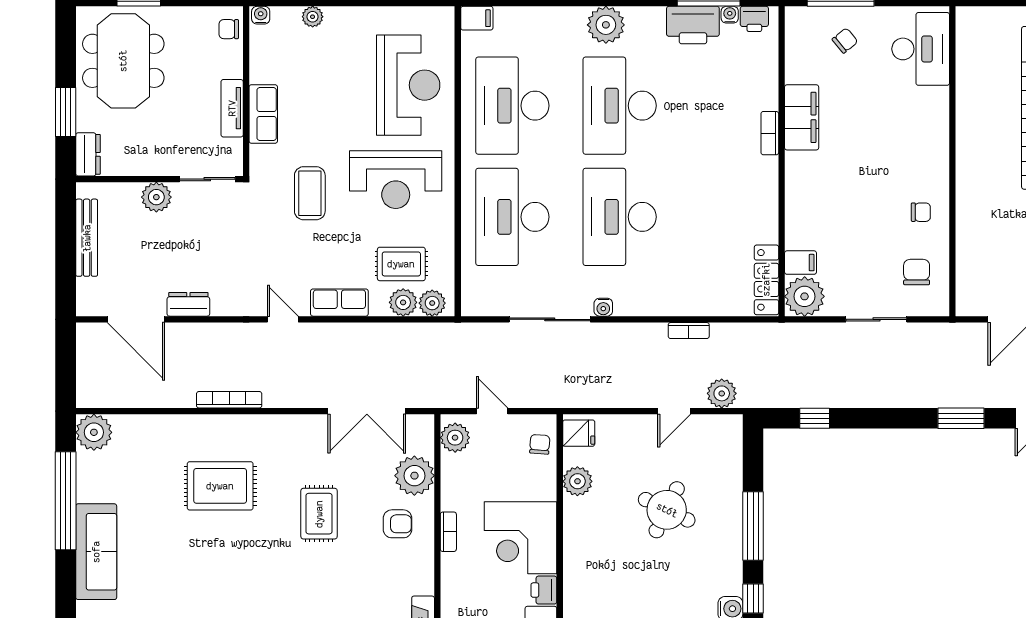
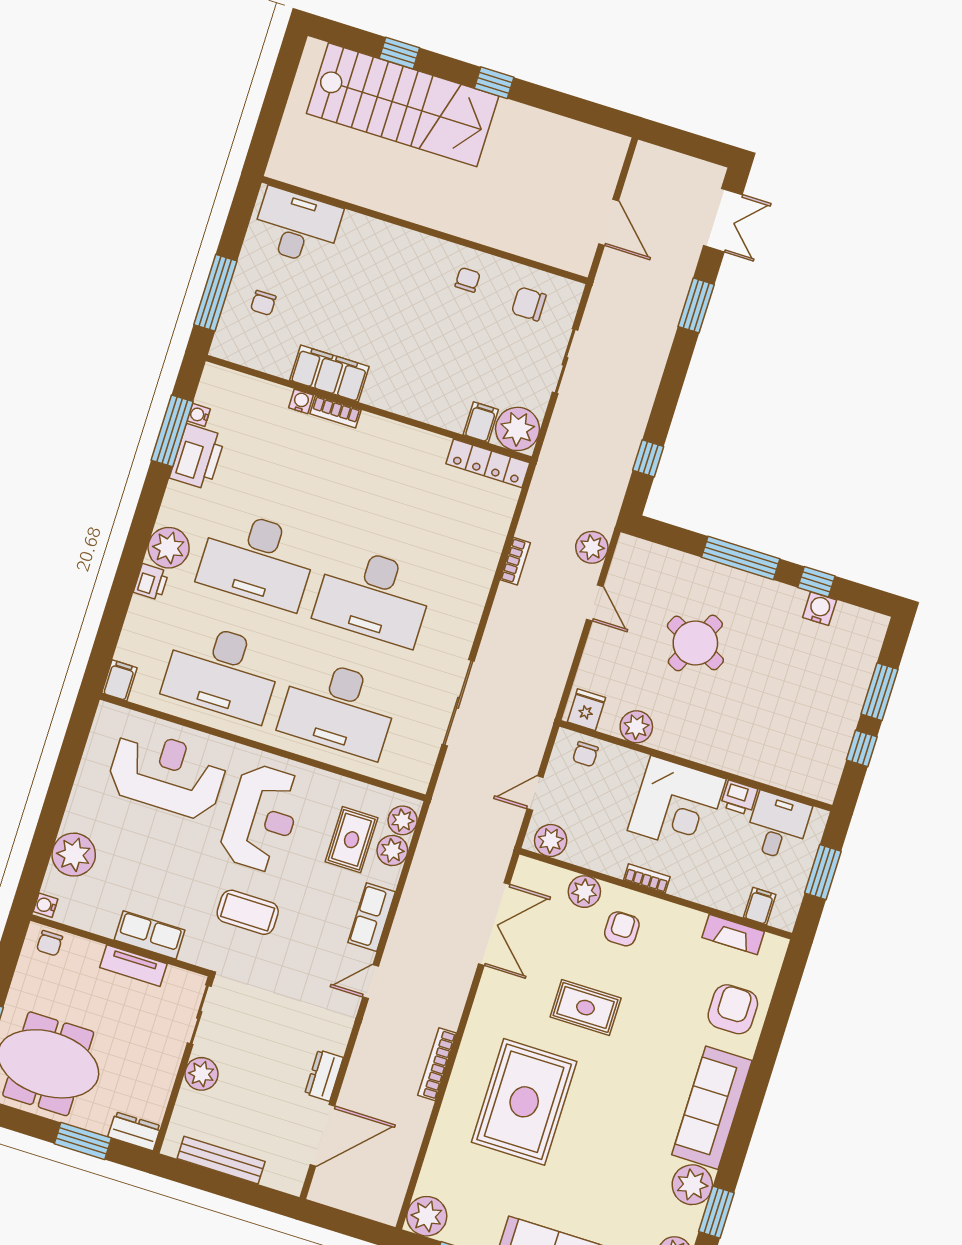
plant: (313, 17) -> (74, 855), width x1.88, depth x1.88
printer: (754, 19) -> (151, 582), moved
chair: (845, 41) -> (263, 303), turned -141
water cooler: (603, 307) -> (301, 401), moved, turned -90
chair: (540, 444) -> (585, 754), turned -94
plant: (414, 476) -> (584, 892), width x0.73, depth x0.73
rug: (220, 486) -> (524, 1102), width x1.37, depth x1.44

